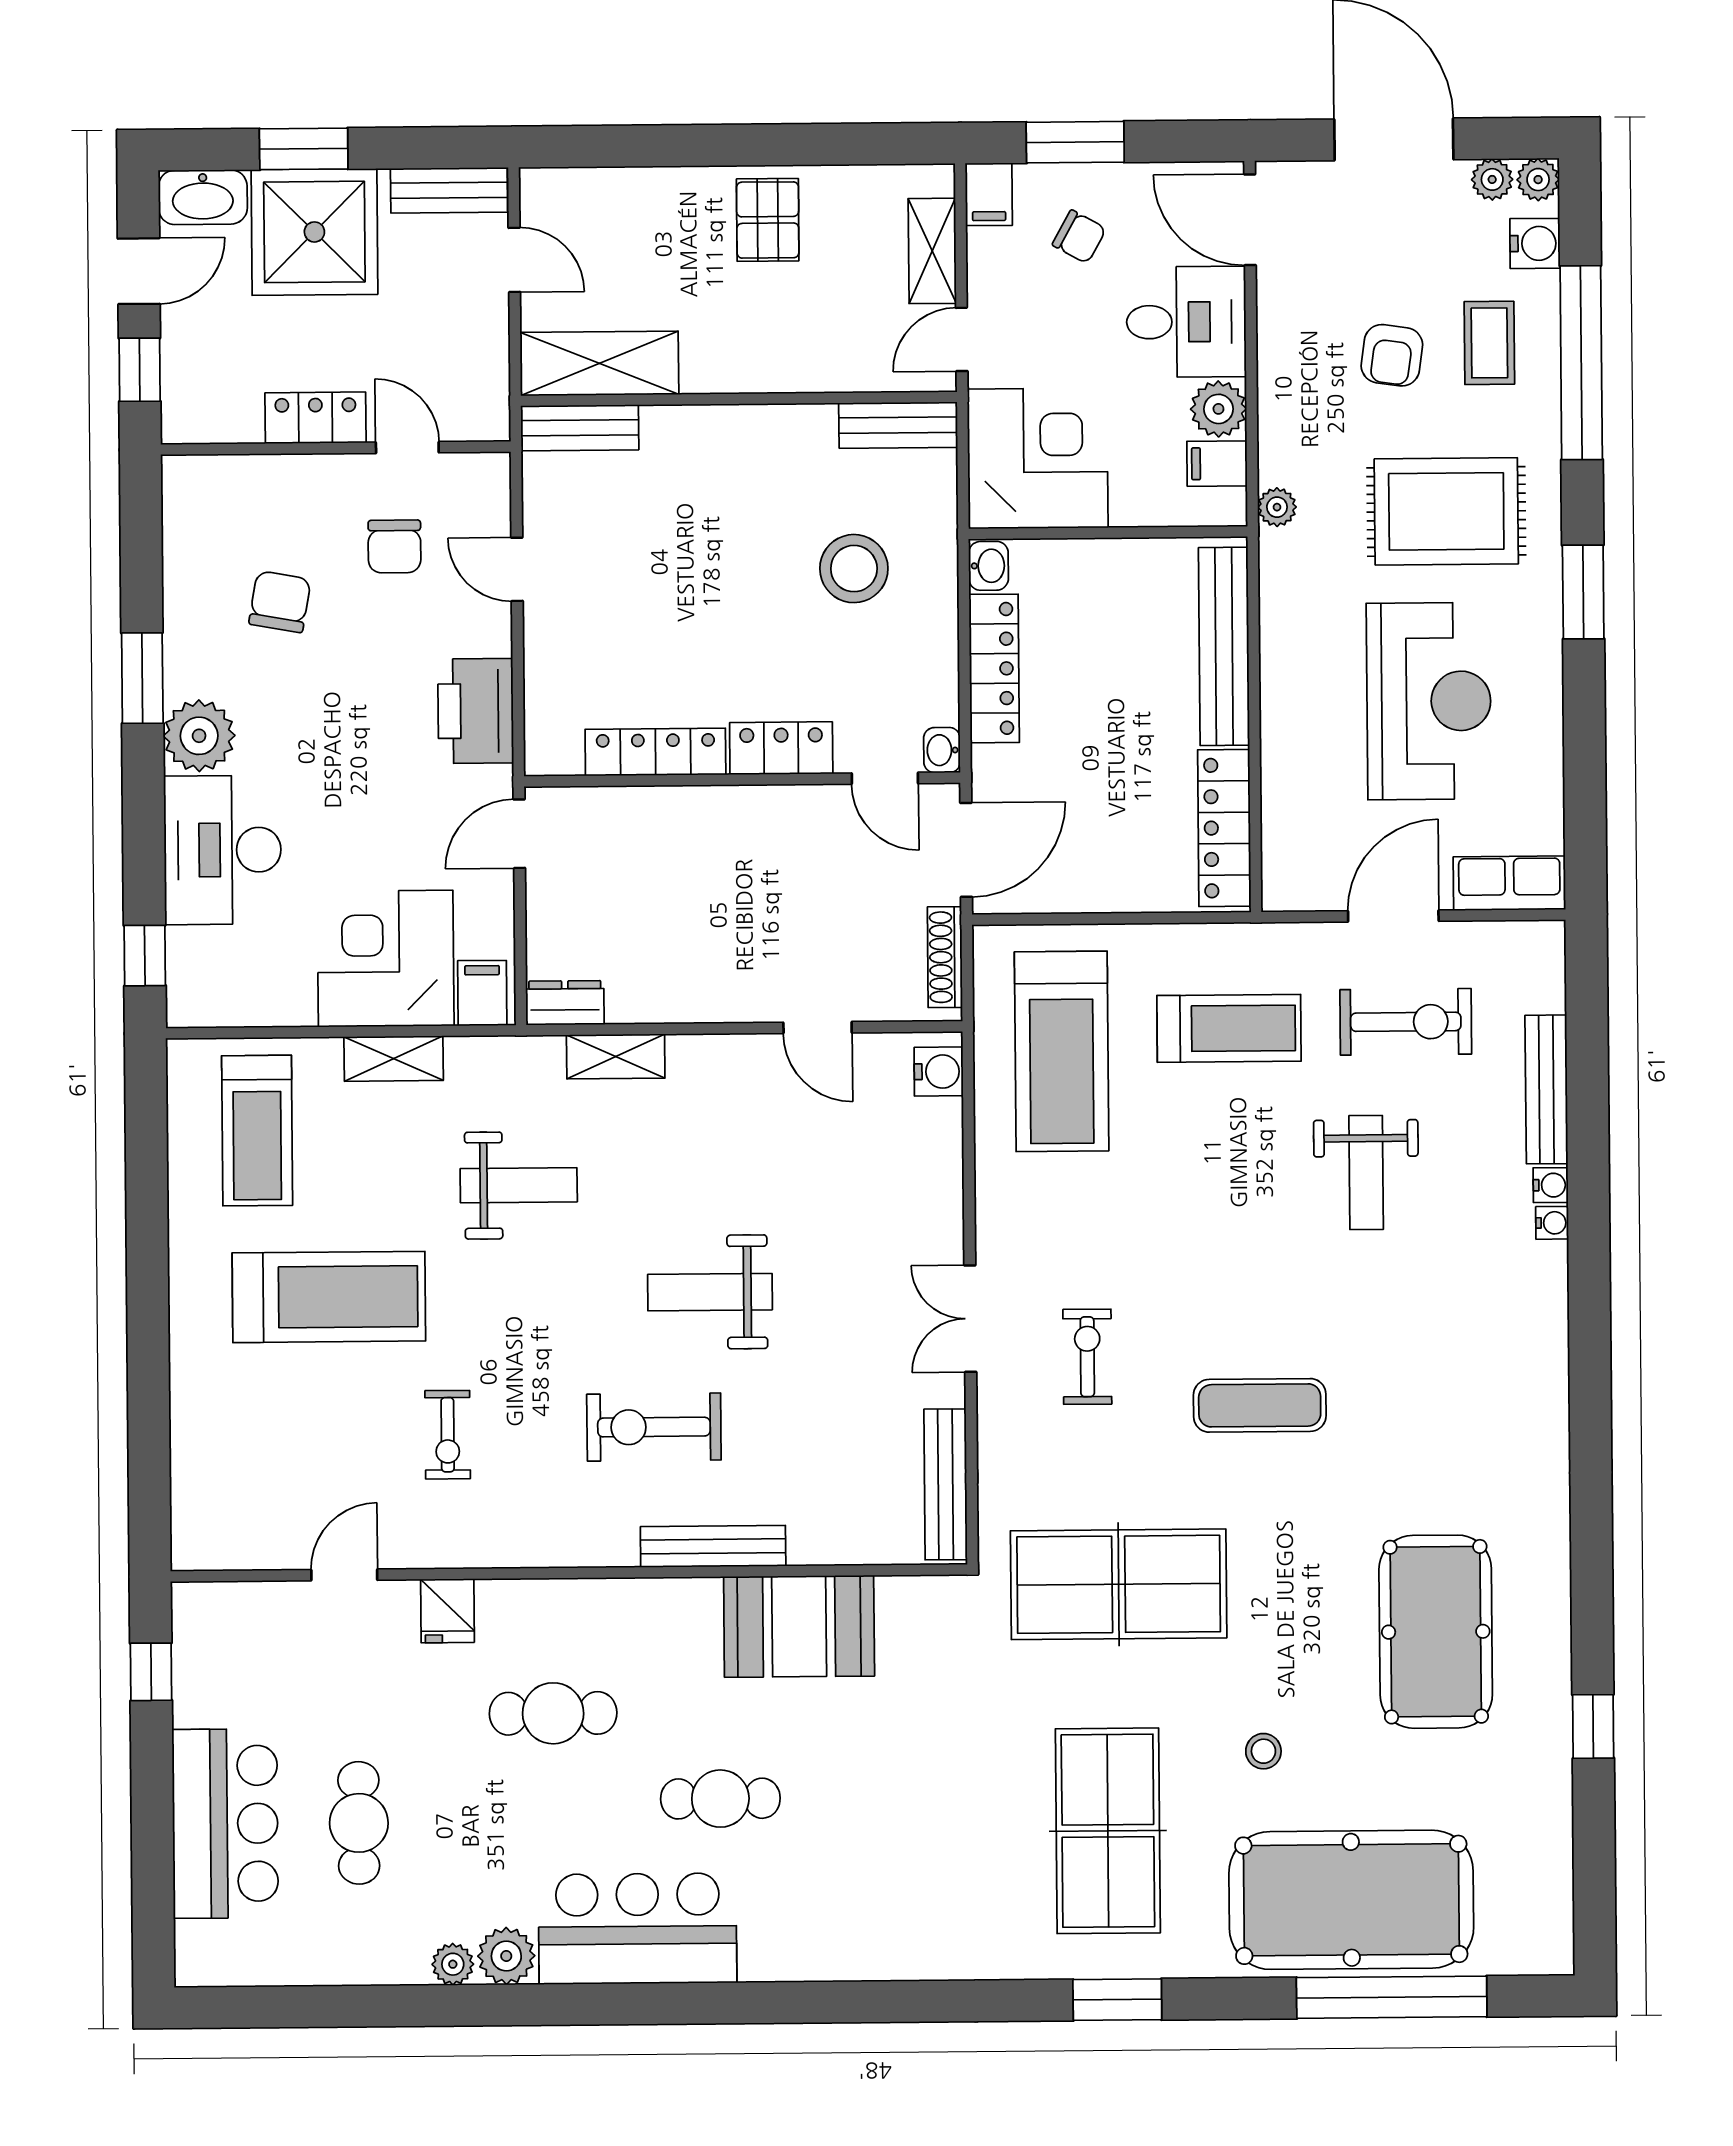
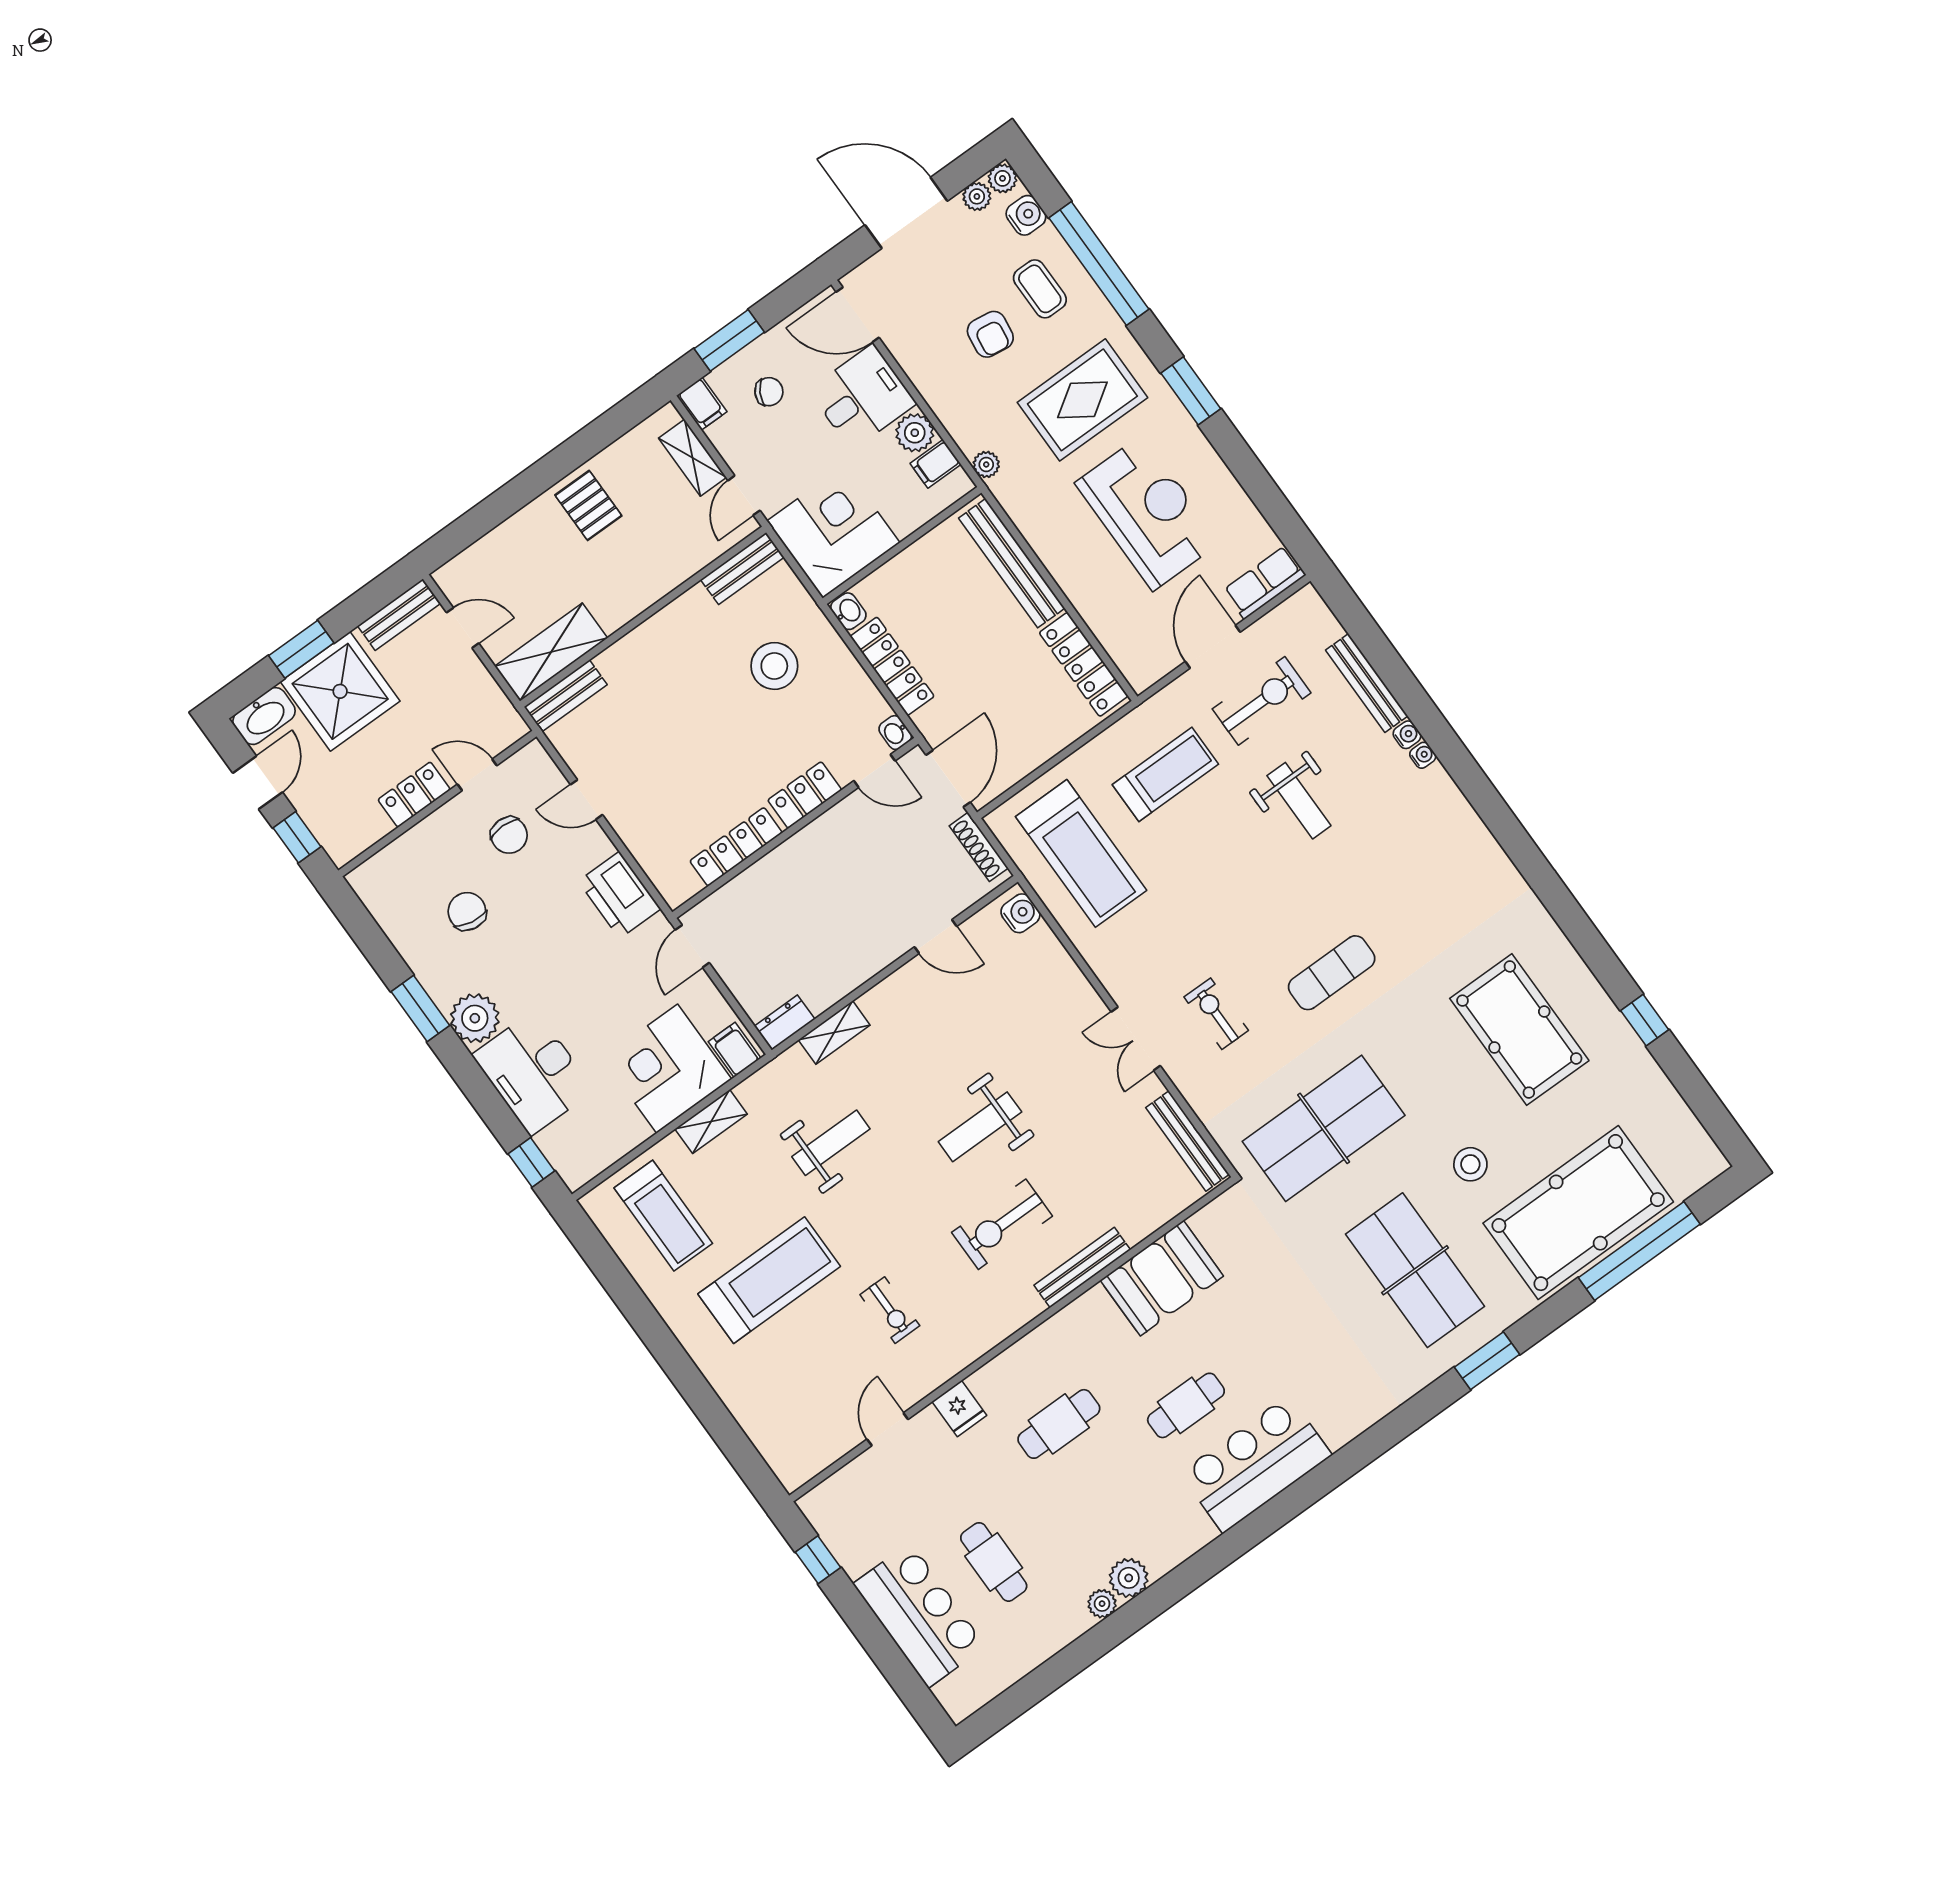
stool: (1263, 1751) -> (1470, 1164), width x1.37, depth x1.37
bar counter: (638, 1929) -> (1256, 1464), moved

